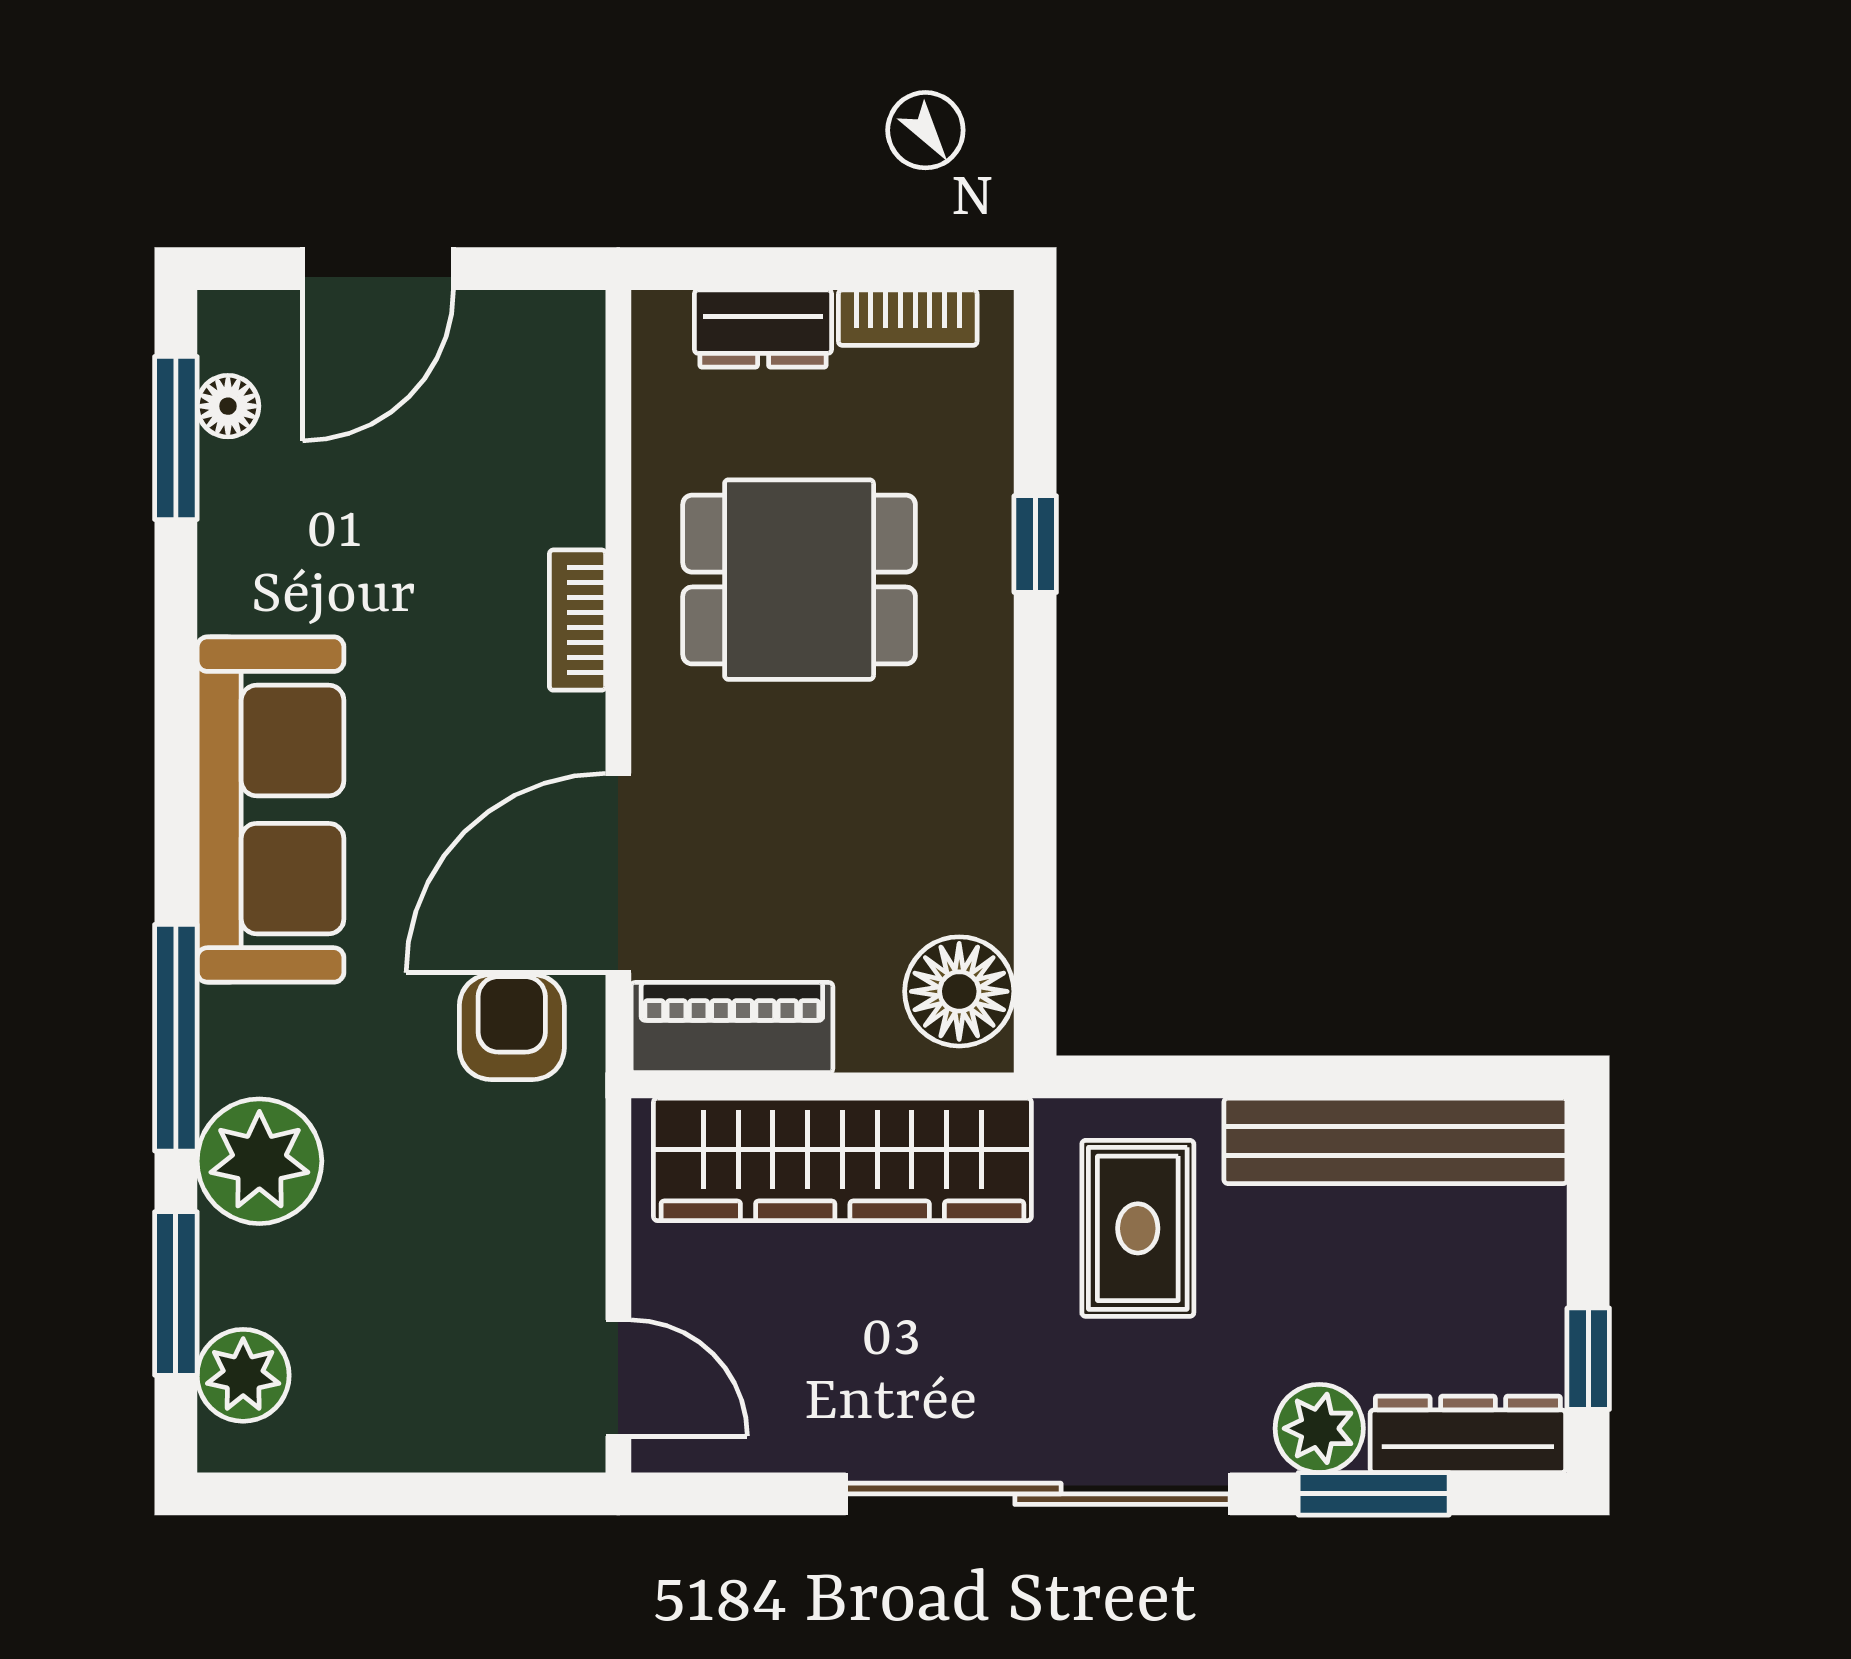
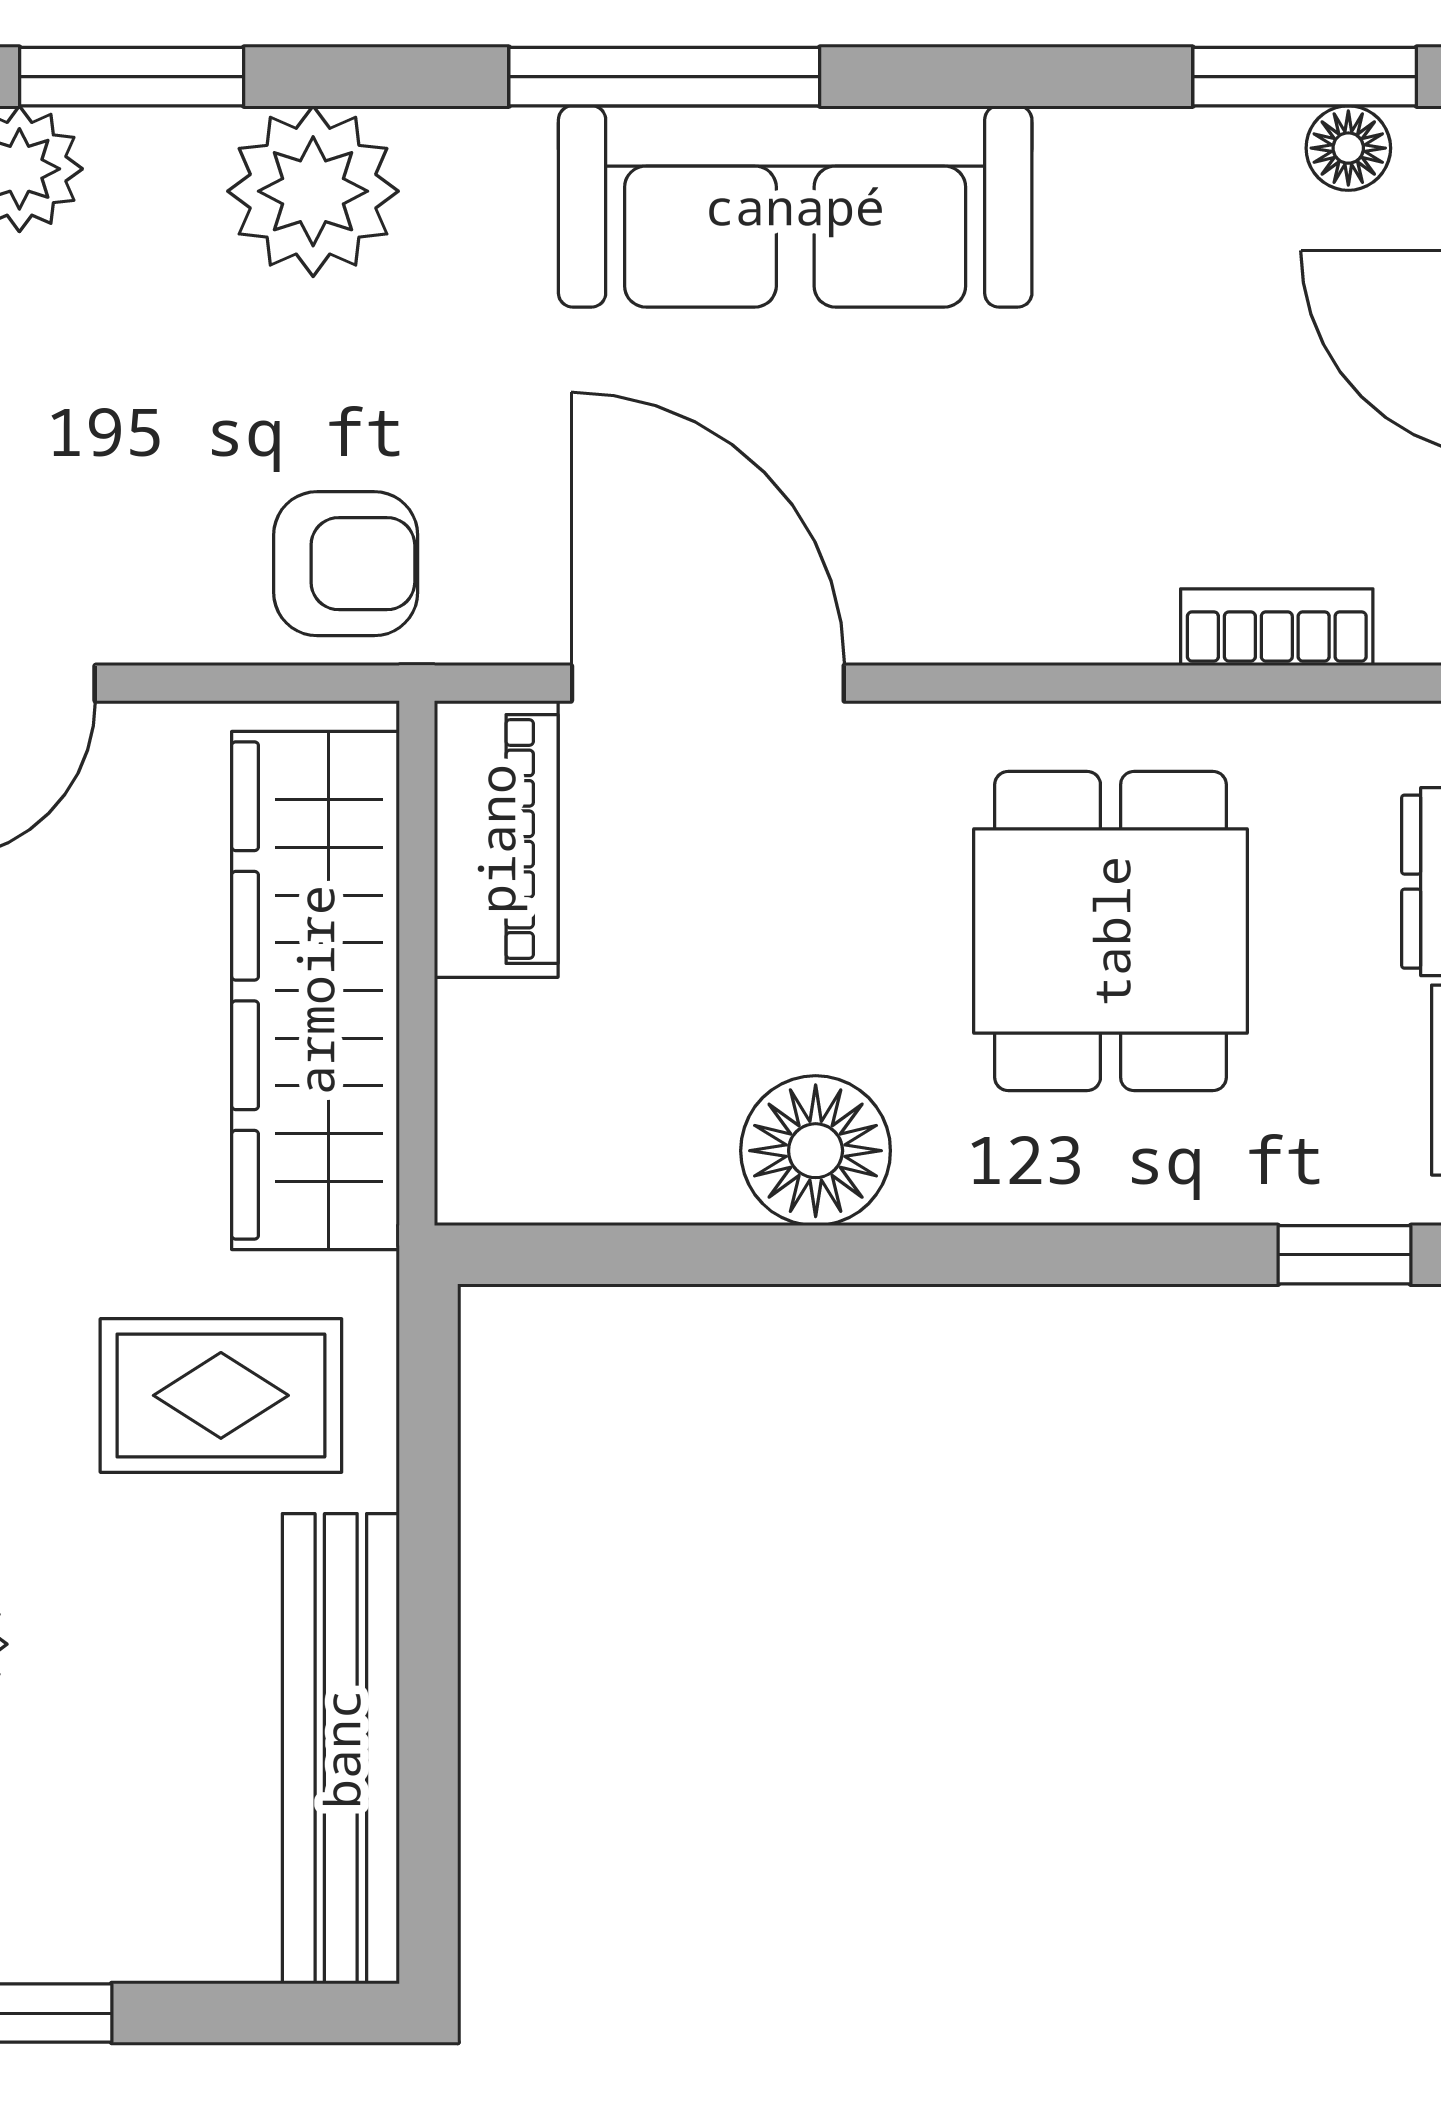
window: (1035, 544) -> (1344, 1255), moved
bookcase: (577, 620) -> (1277, 627), moved
floor lamp: (959, 991) -> (816, 1151), moved
armchair: (512, 1027) -> (346, 564), moved
window: (176, 1038) -> (664, 77), moved

